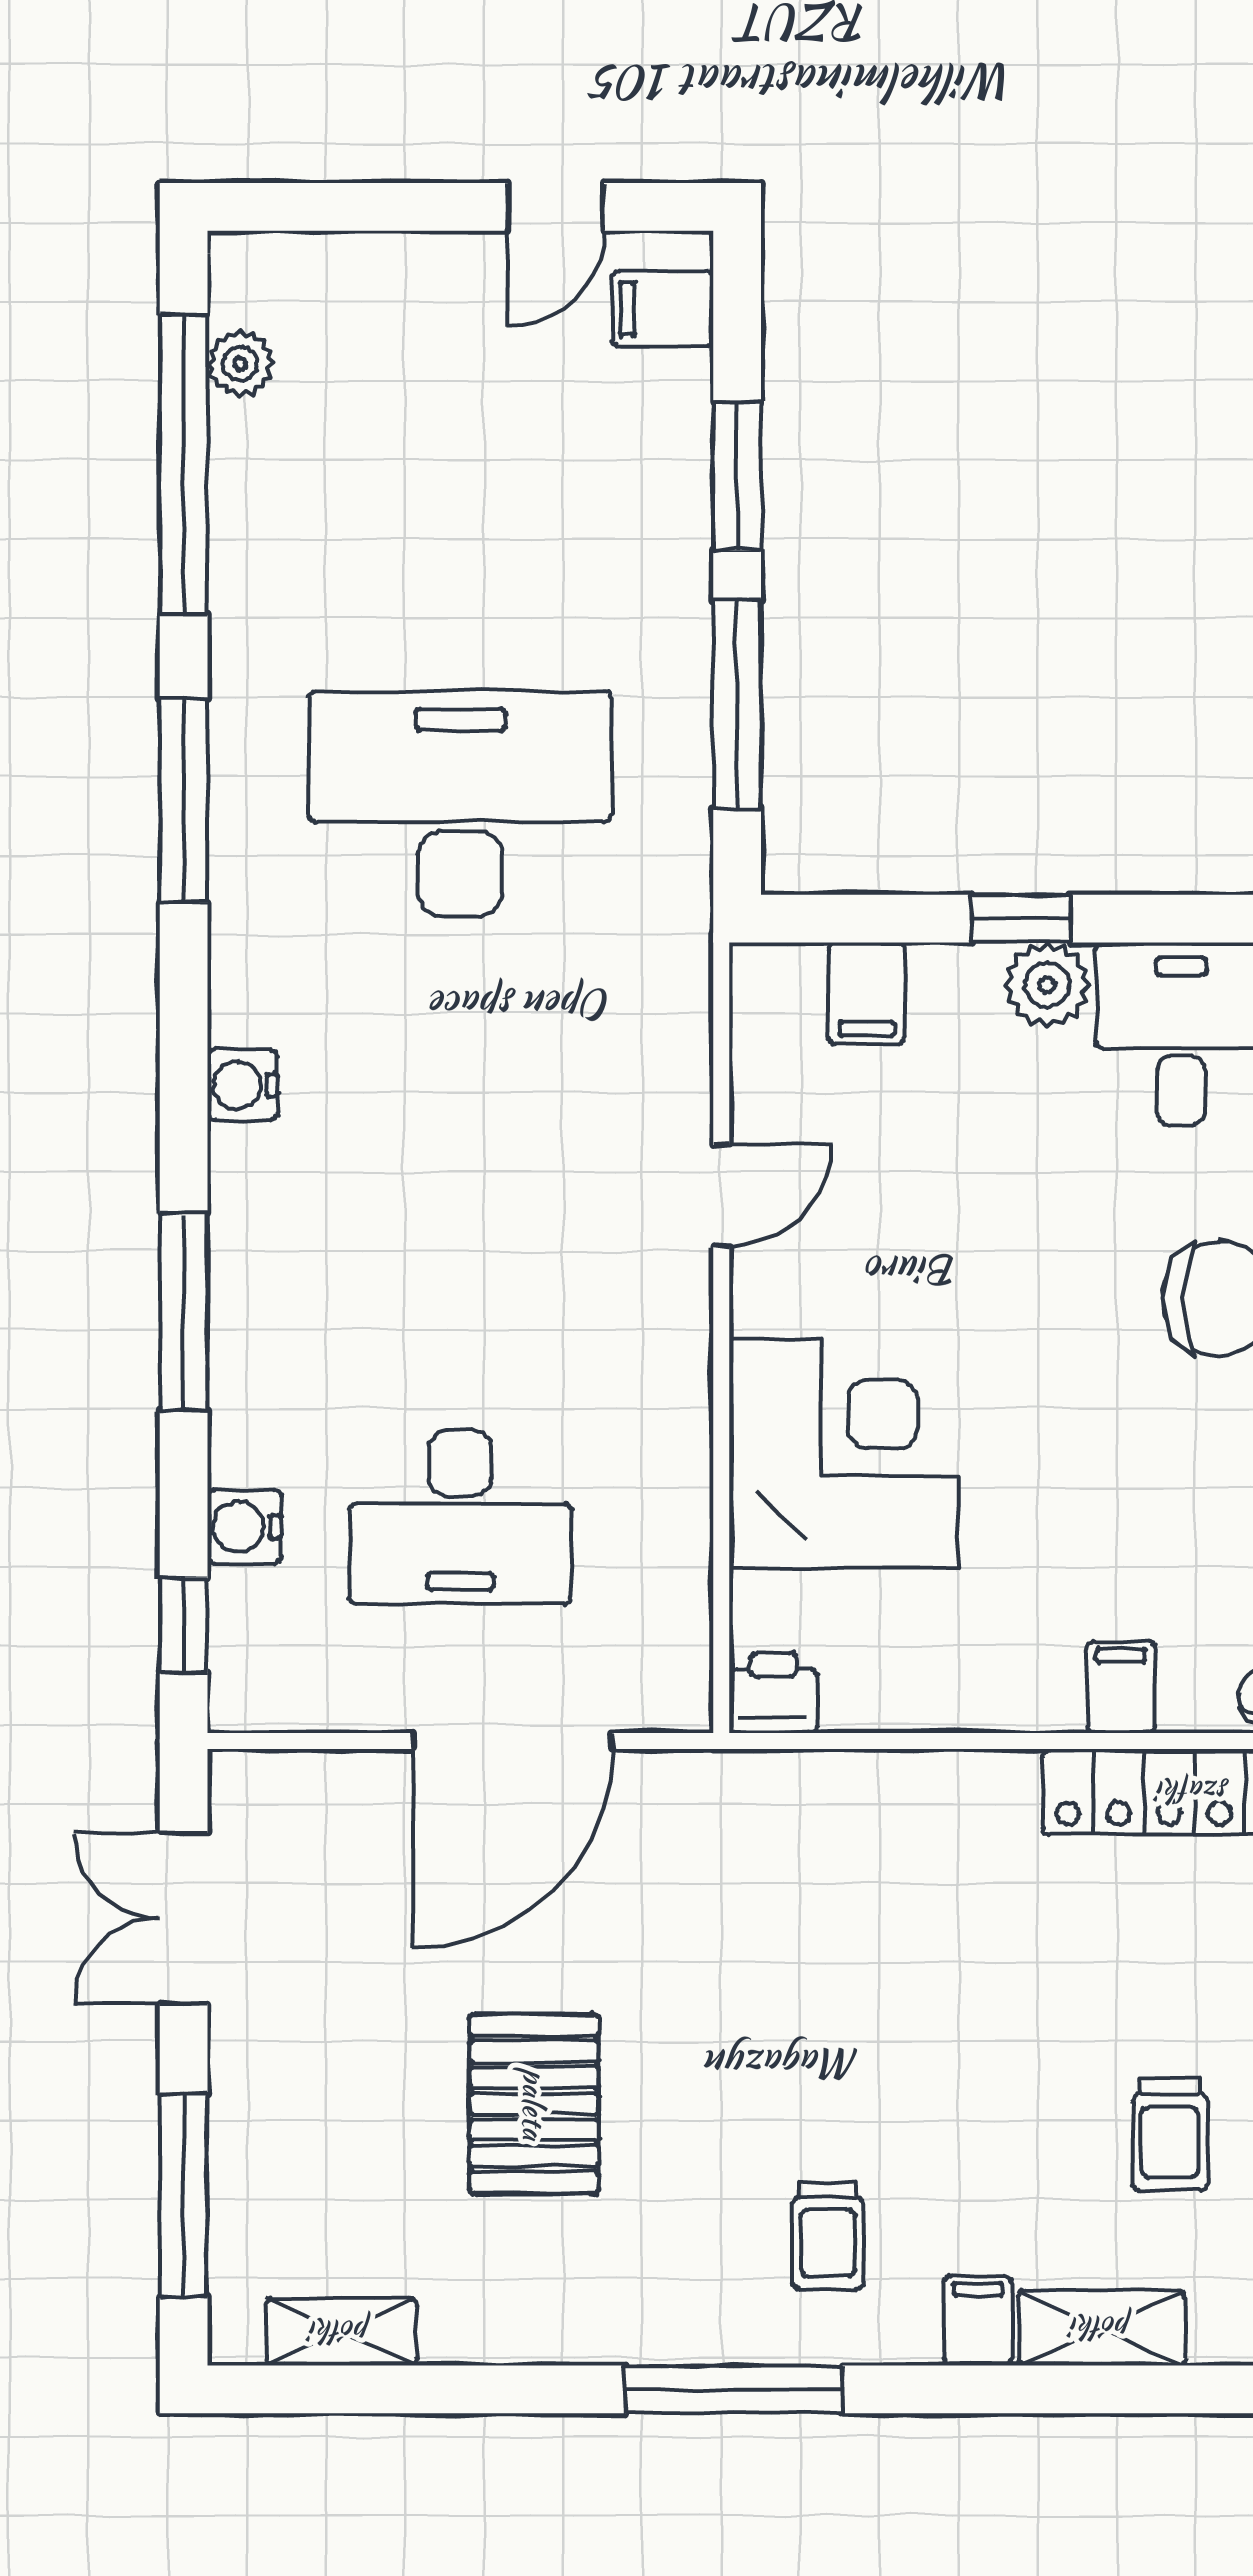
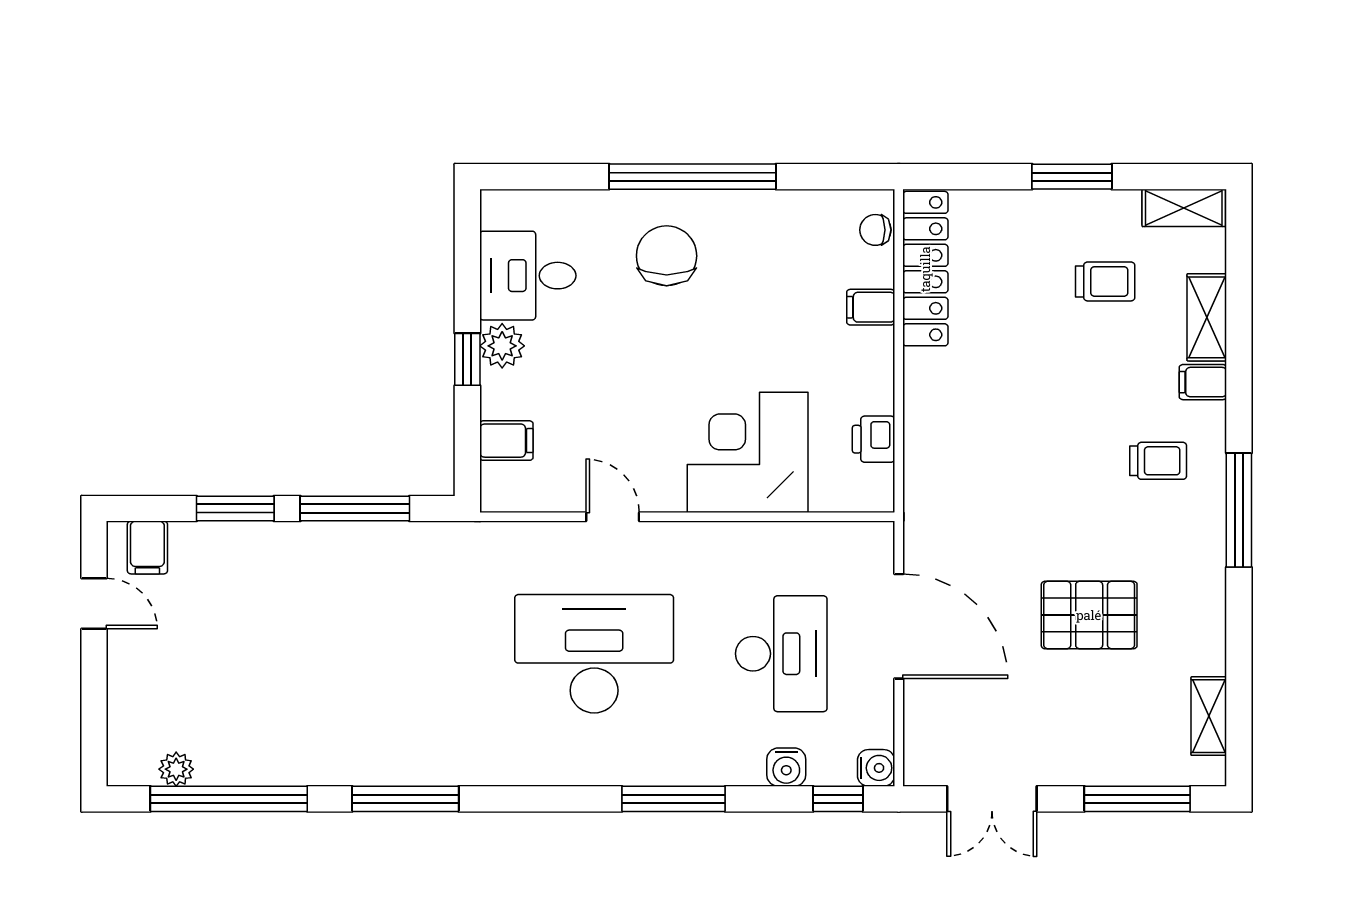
desk: (460, 803) -> (594, 654), moved, turned 90
water cooler: (243, 1085) -> (876, 768), moved, turned -90
printer: (773, 1693) -> (874, 439), moved

